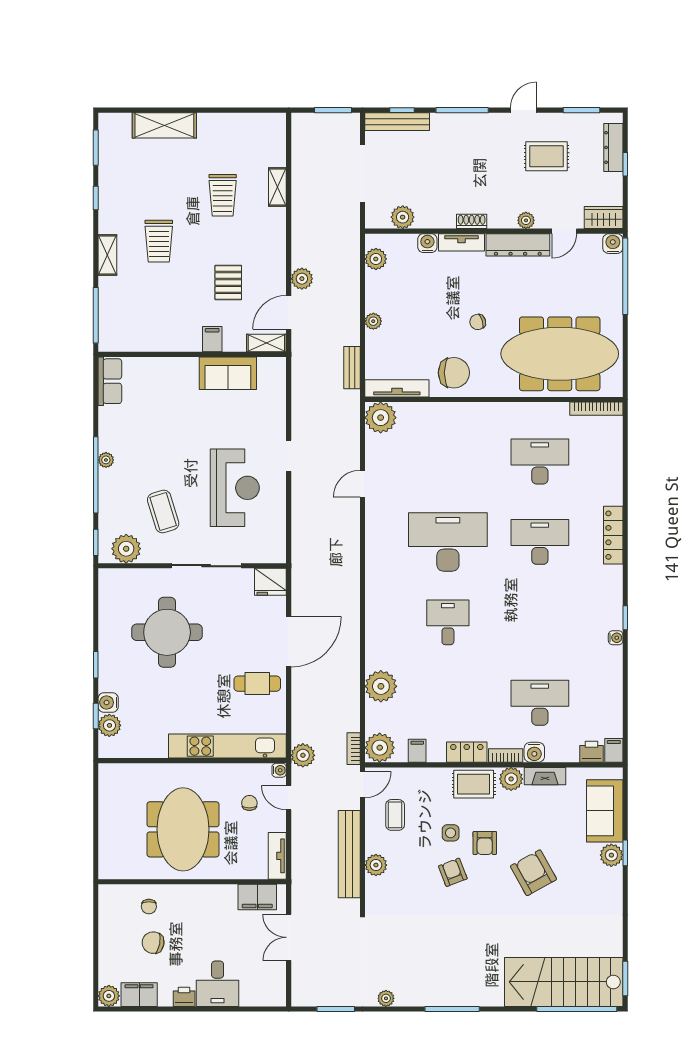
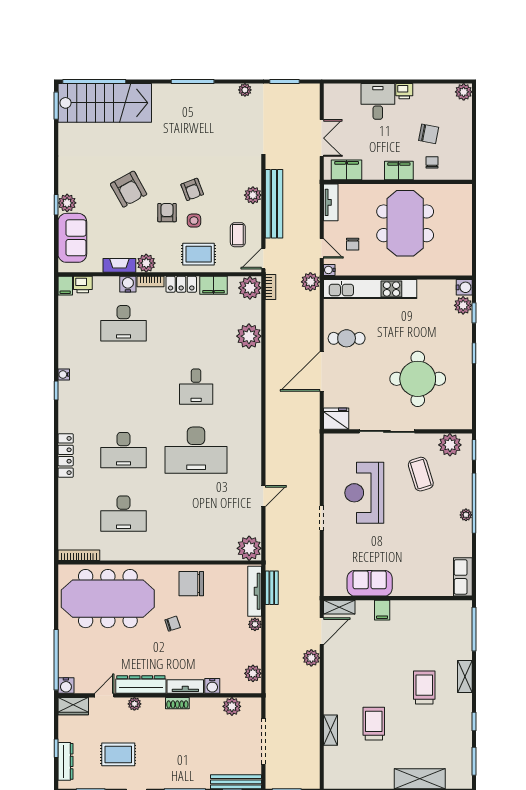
pallet: (228, 282) -> (369, 655), removed
tv unit: (397, 388) -> (255, 591), moved, turned 90
water cooler: (108, 703) -> (464, 287), moved
filing cabinet: (417, 751) -> (213, 285), width x2.00
rug: (474, 784) -> (199, 254), moved
filing cabinet: (139, 995) -> (399, 171), moved, turned 180

